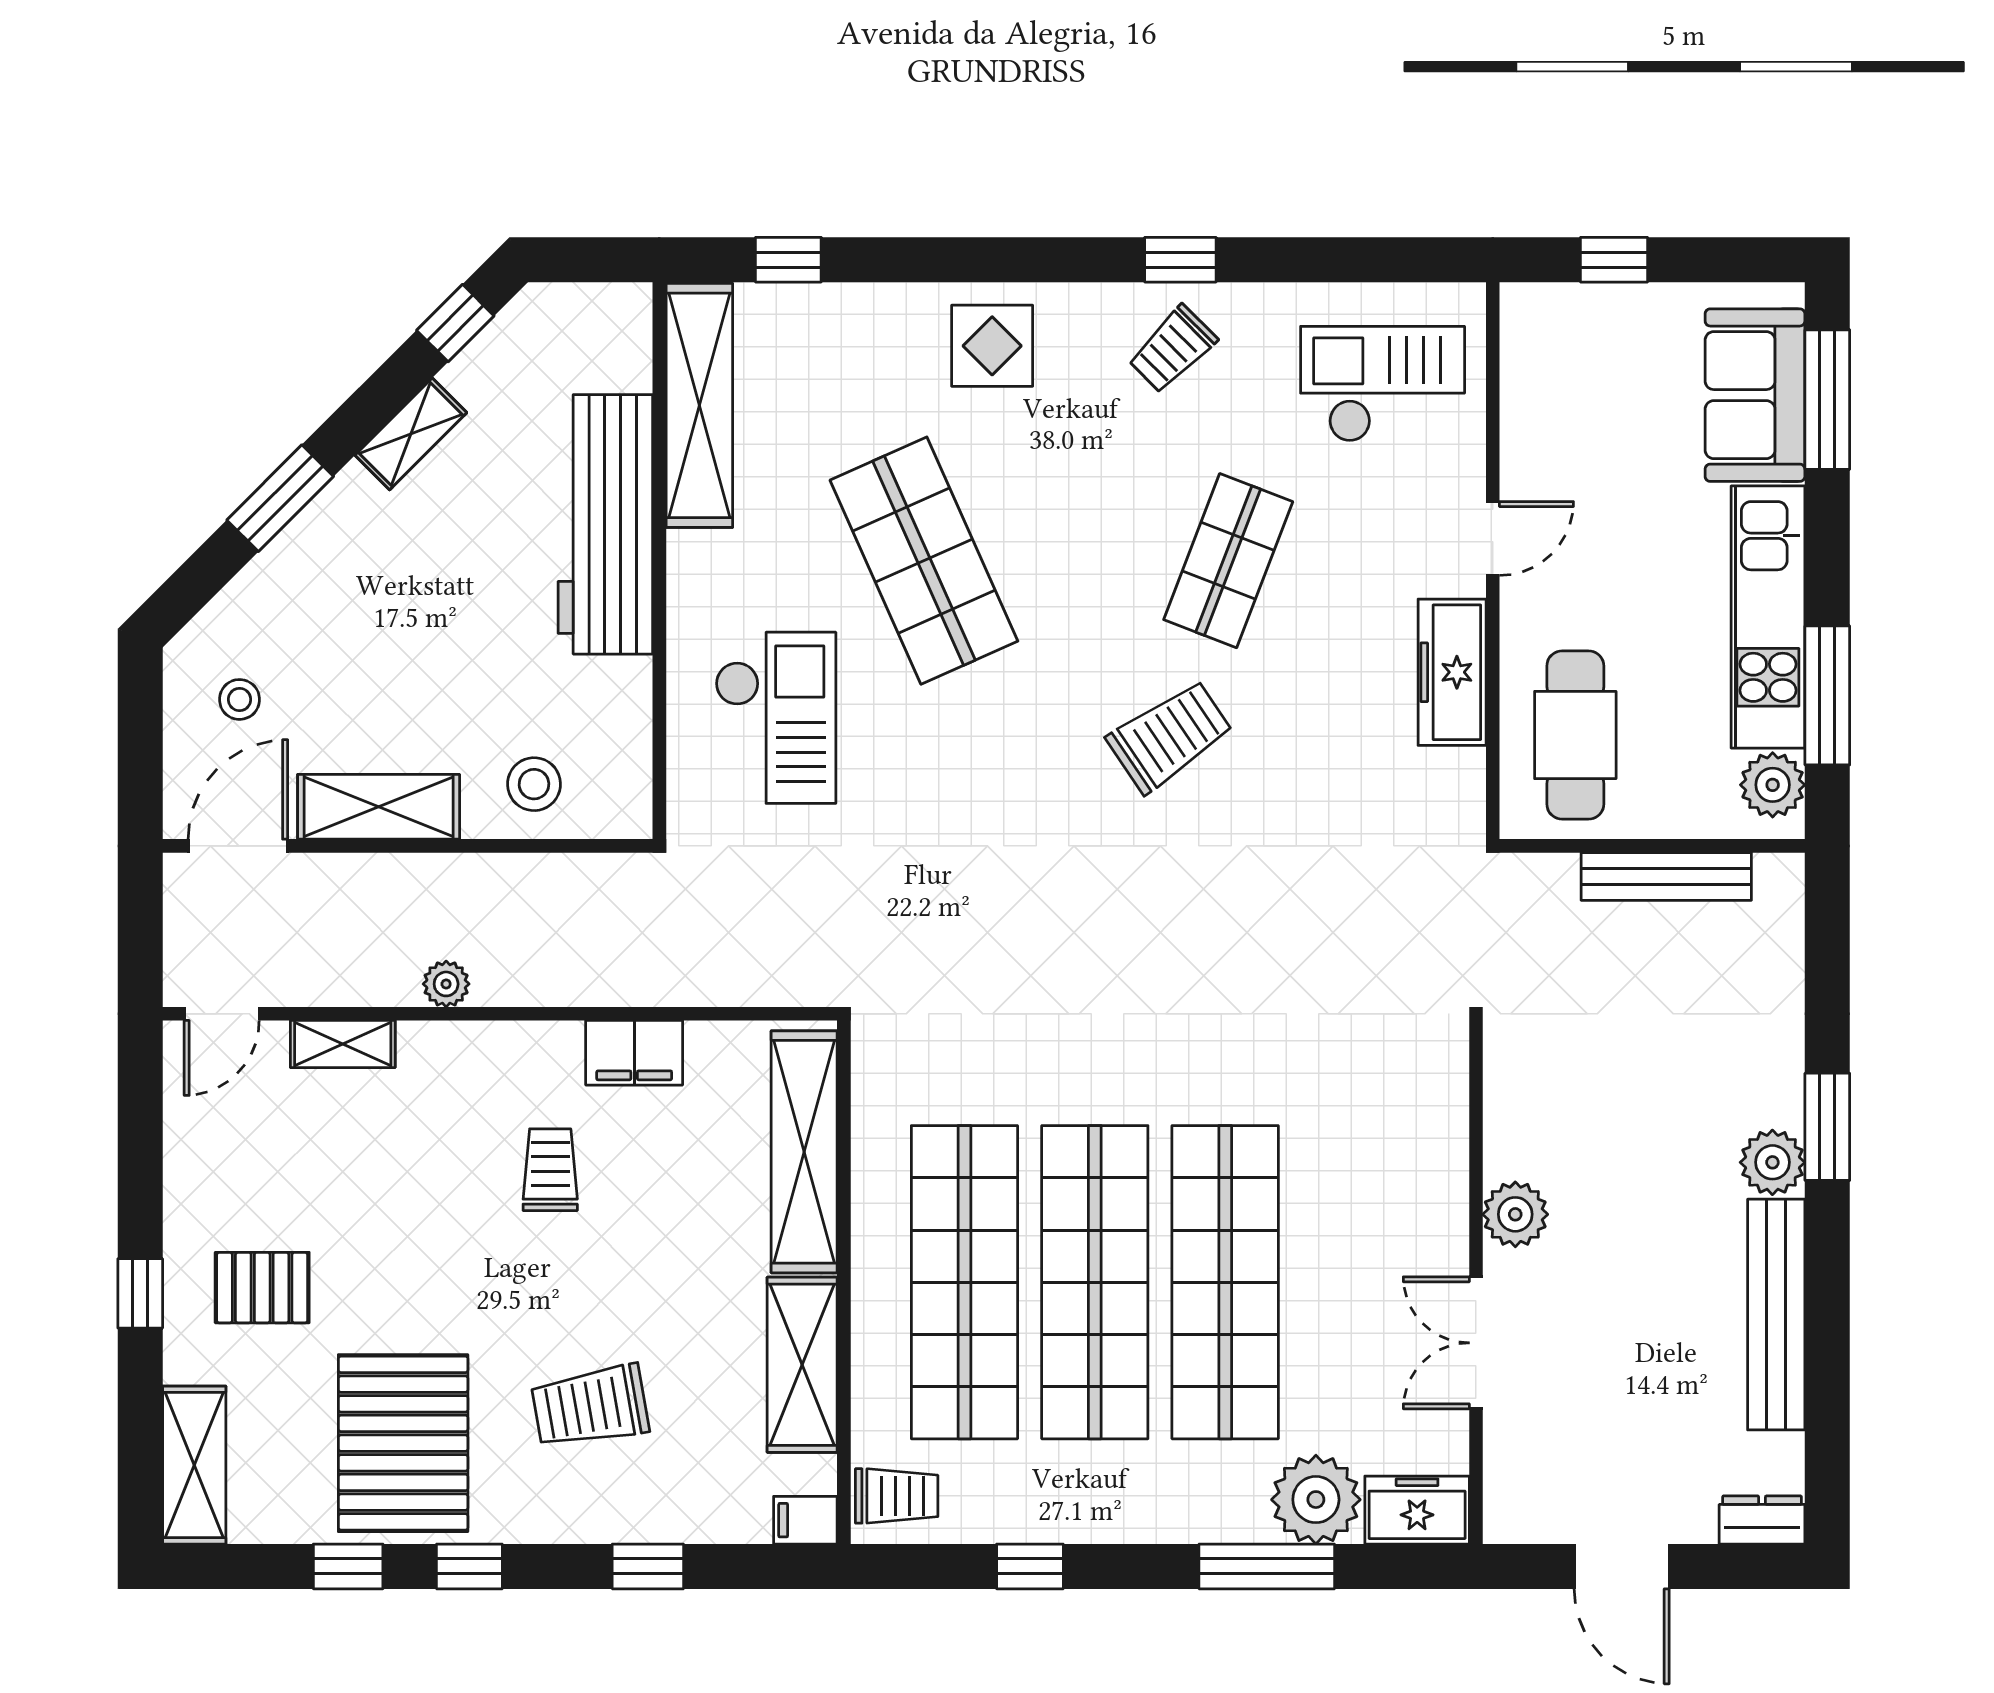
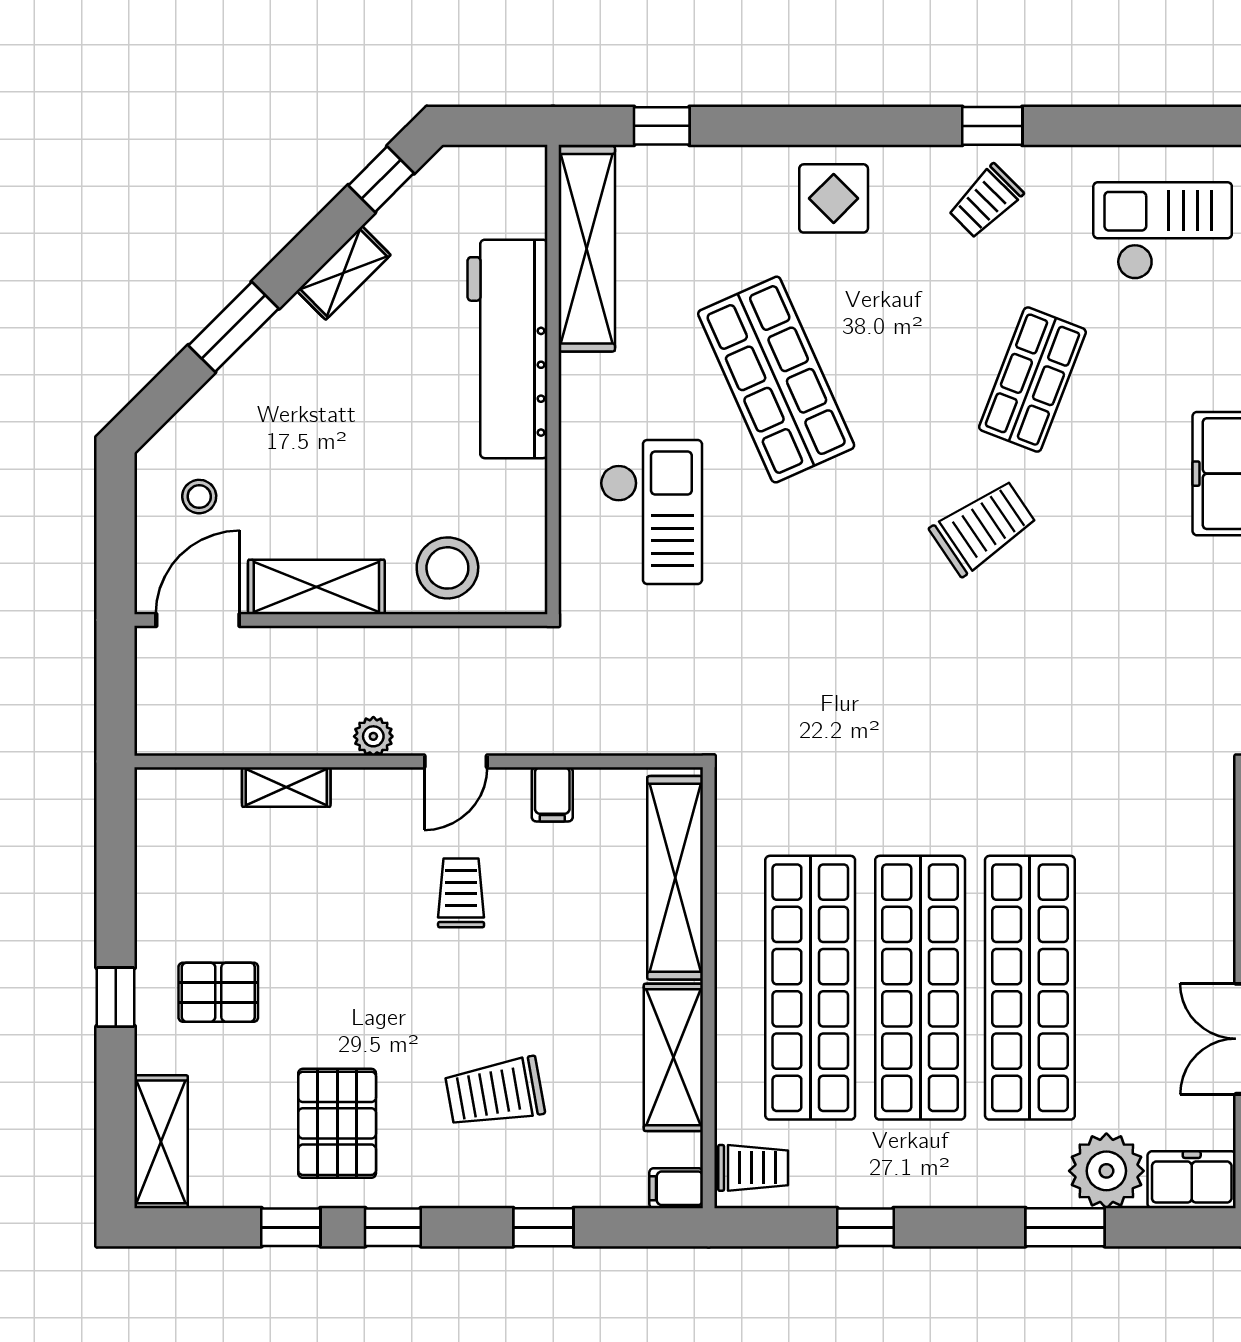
stool: (534, 784) -> (447, 568), width x1.38, depth x1.38
door: (222, 1014) -> (456, 761), moved
filing cabinet: (634, 1053) -> (552, 794), width x0.50
pallet: (403, 1443) -> (337, 1123), width x0.73, depth x0.71
window: (1267, 1566) -> (1065, 1227), width x0.69

